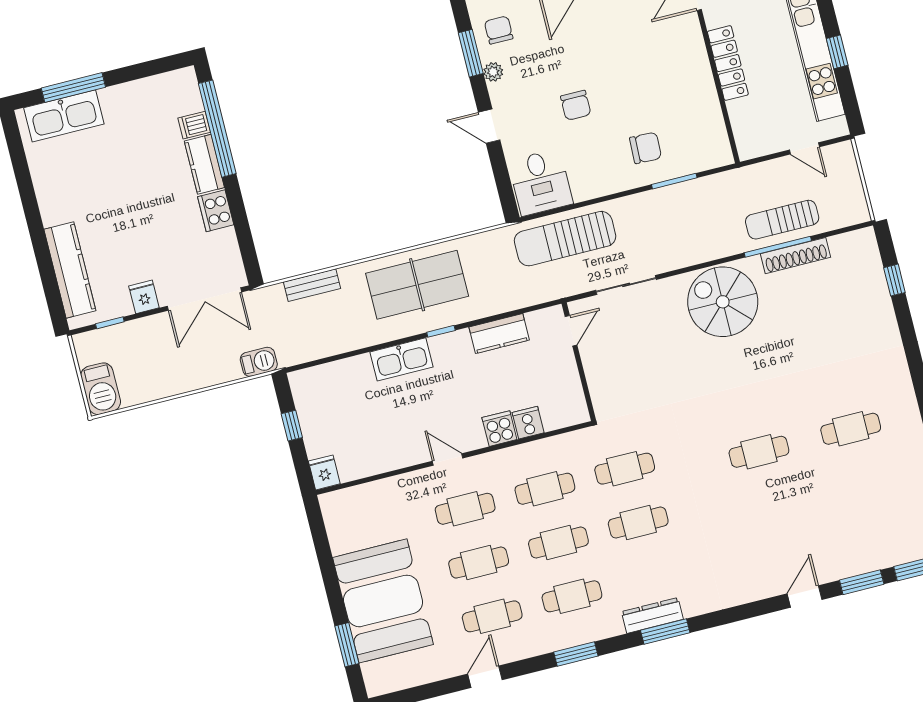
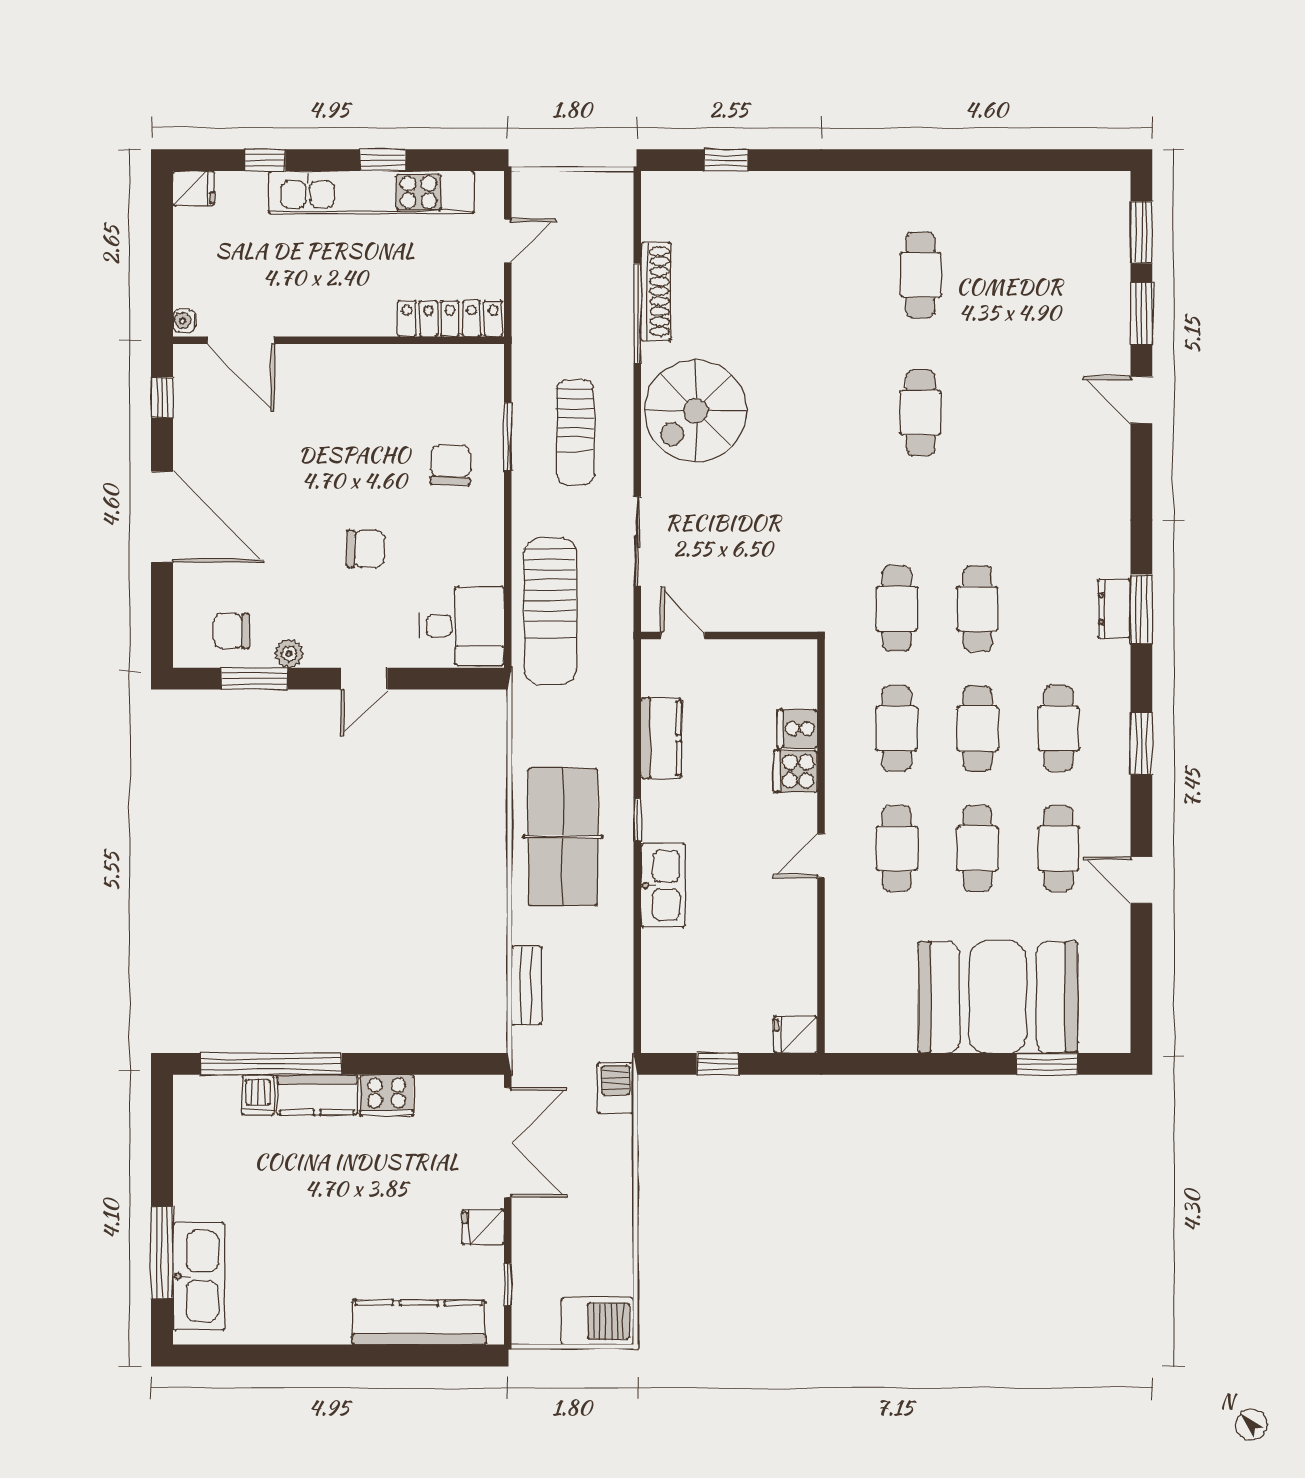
locker: (728, 63) -> (450, 319), moved
sun lounger: (782, 220) -> (575, 432), moved
dresser: (652, 615) -> (1114, 609), width x0.70

